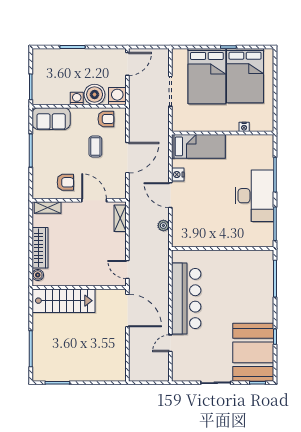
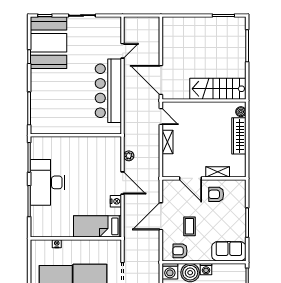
shelving: (48, 207) -> (218, 172), moved
shelving: (120, 218) -> (167, 142), moved

